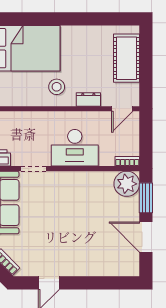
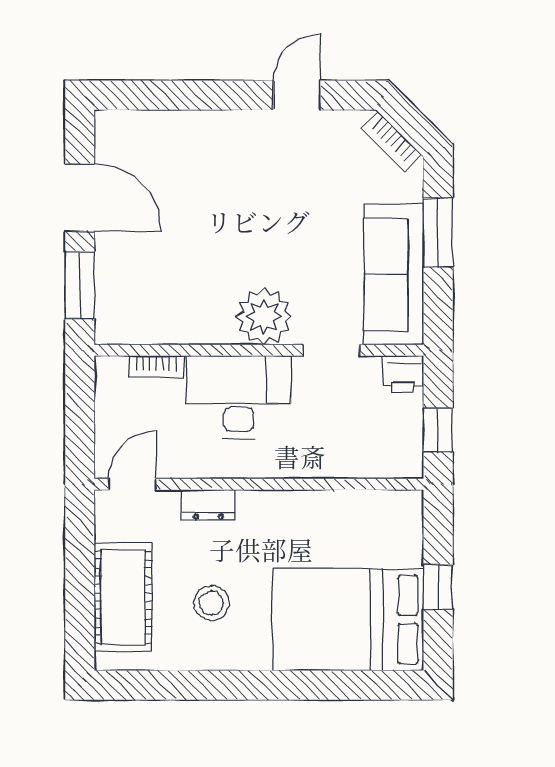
stool: (57, 87) -> (211, 603), moved
bookcase: (127, 161) -> (156, 367), moved
plant: (127, 184) -> (264, 316), moved

